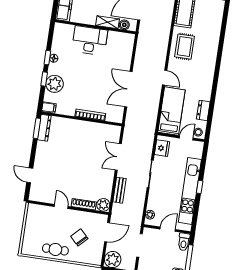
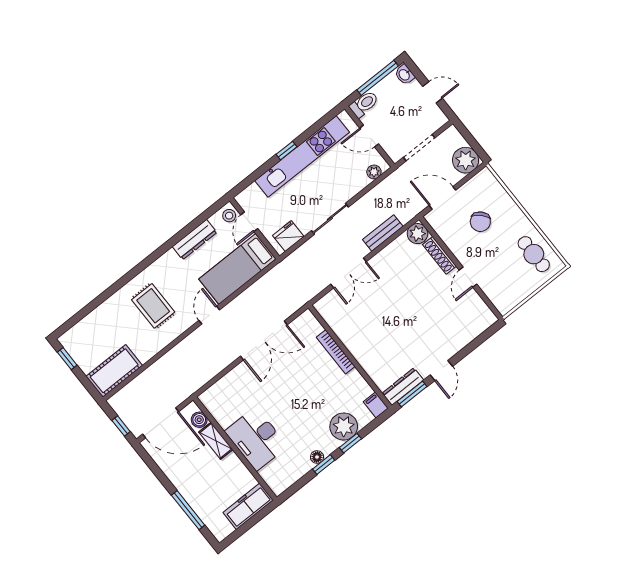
rug: (185, 47) -> (153, 306), moved, turned 90
dresser: (203, 110) -> (195, 240), width x1.44
door: (186, 138) -> (249, 222), hinge flipped
door: (30, 175) -> (441, 371), moved
cafe table: (55, 249) -> (534, 254), moved

